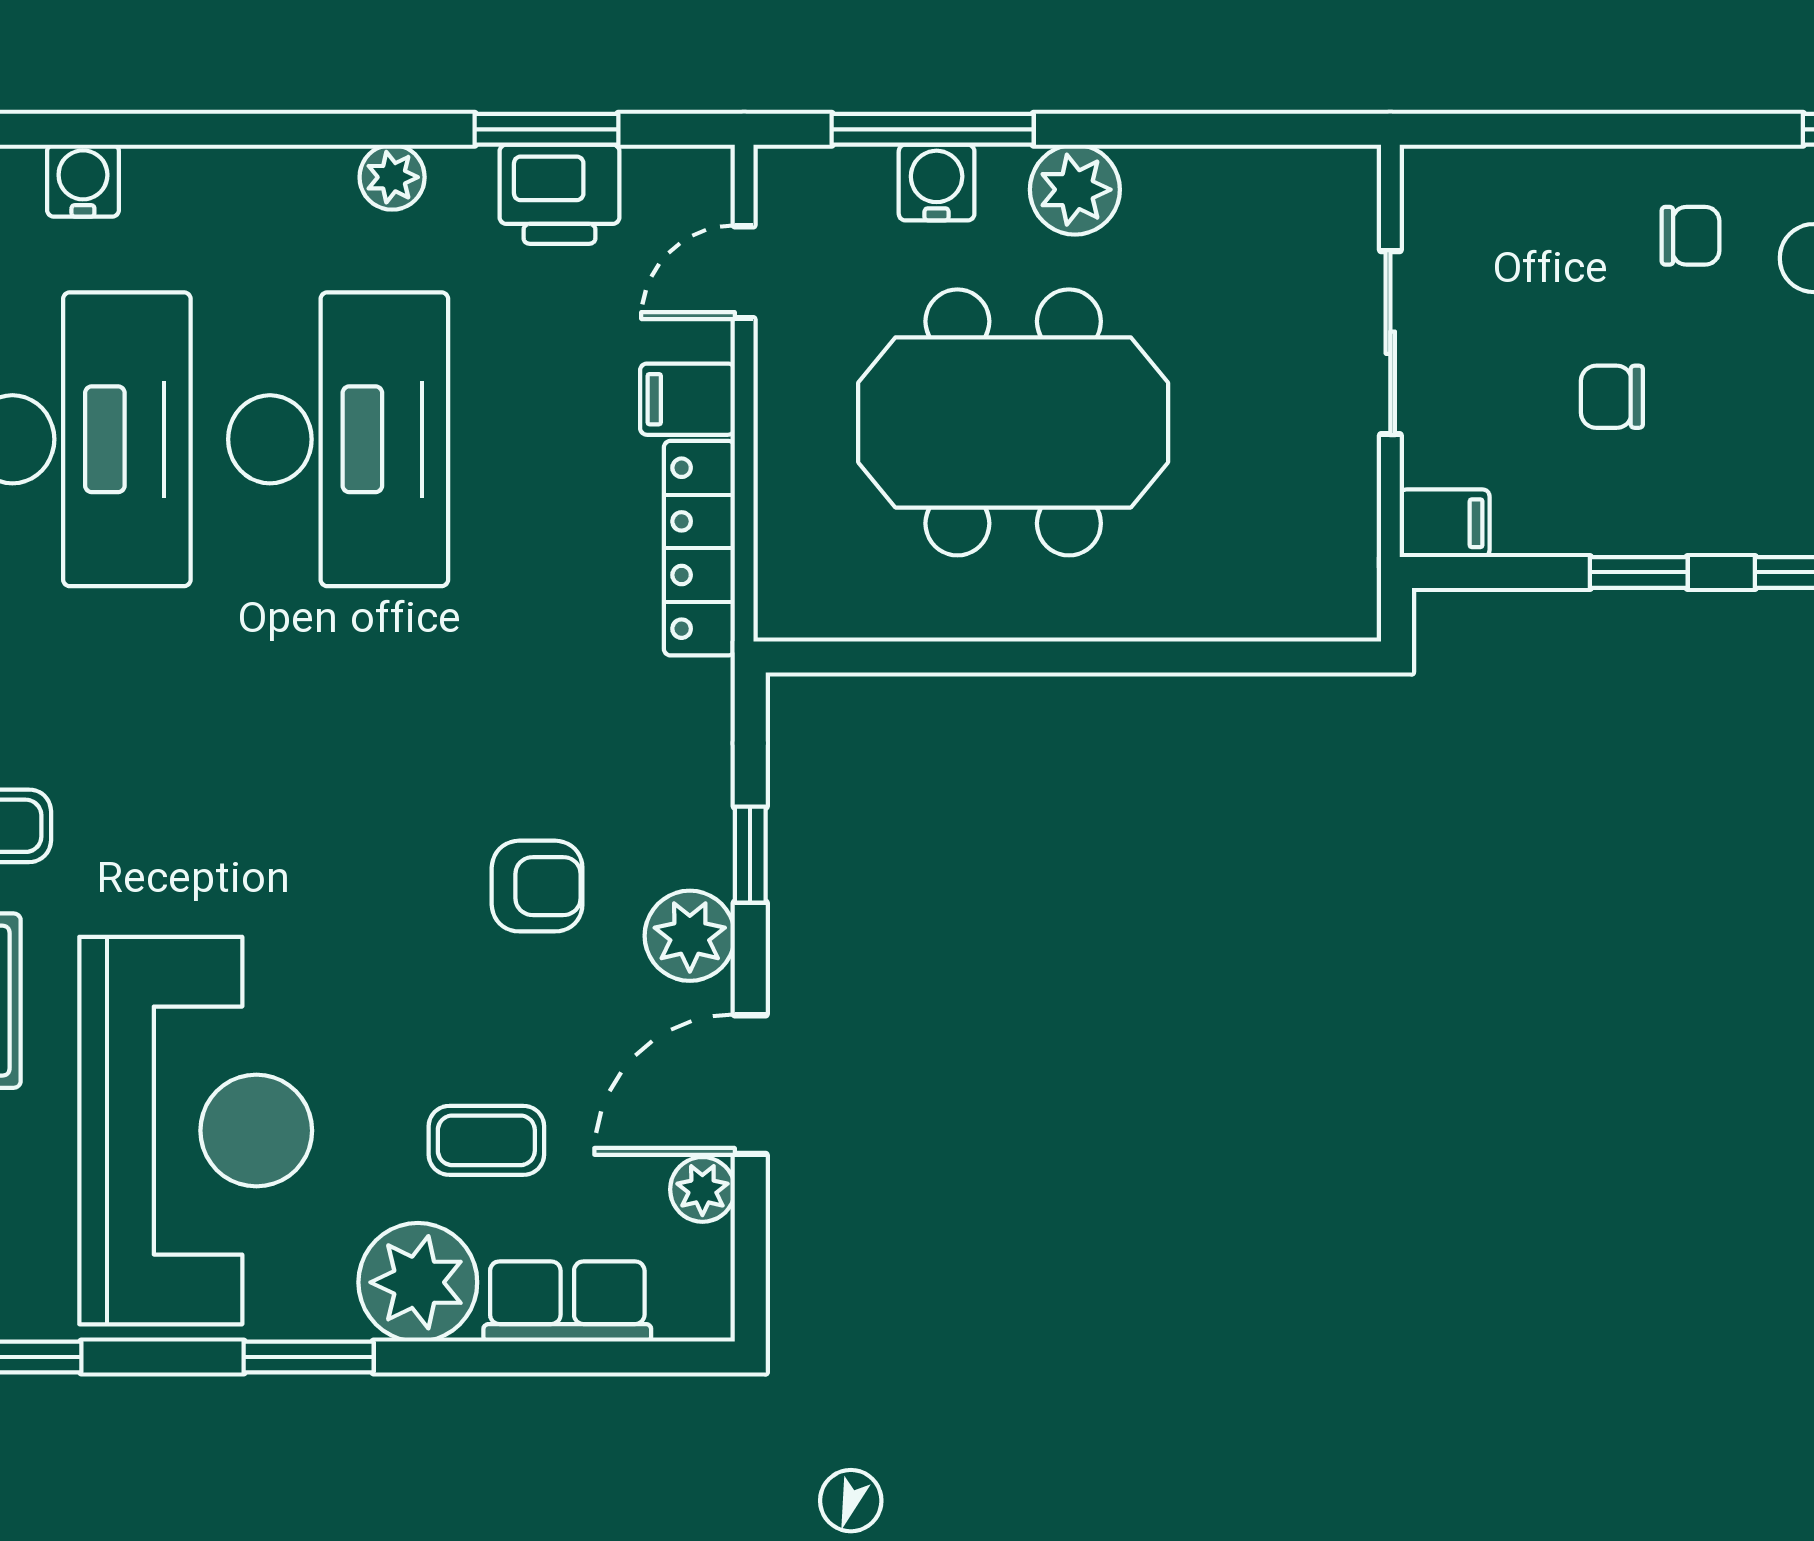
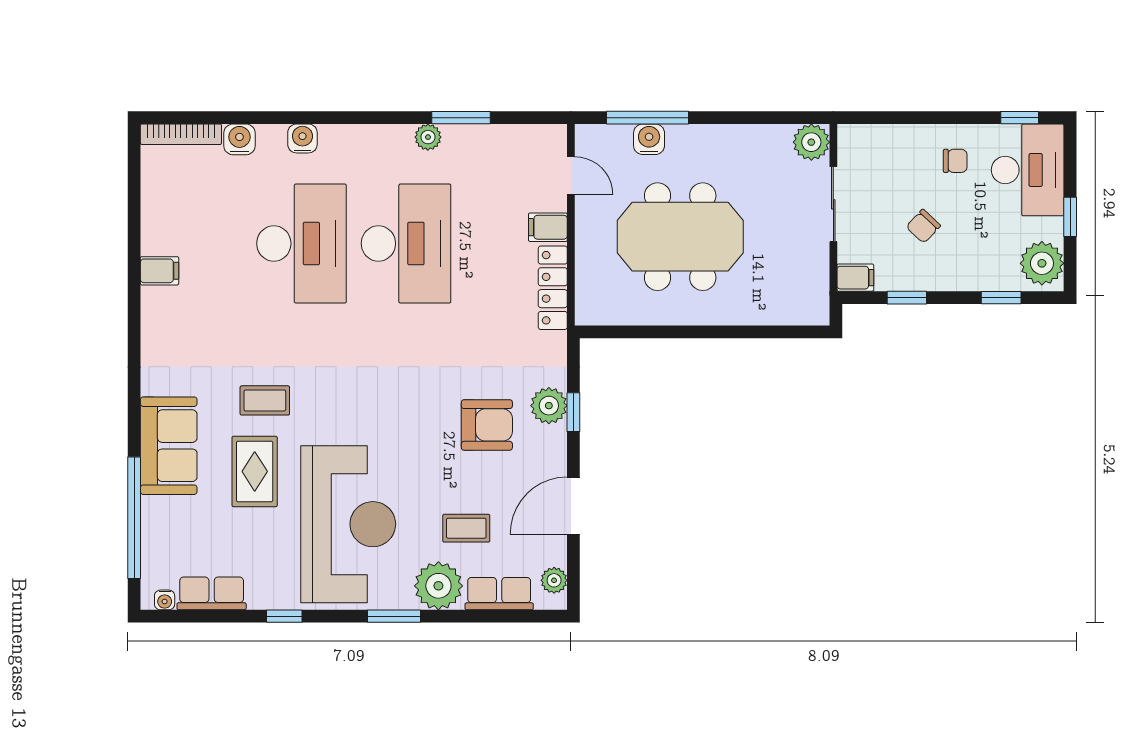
window: (546, 129) -> (461, 118), moved
plant: (1075, 190) -> (811, 142), moved
printer: (559, 194) -> (496, 144), removed
door: (744, 272) -> (571, 176), swing flipped
chair: (1612, 397) -> (923, 226), turned -47
window: (1639, 572) -> (907, 298), moved
armchair: (537, 886) -> (487, 425), width x1.38, depth x1.38
plant: (690, 936) -> (549, 406), moved
plant: (702, 1189) -> (554, 580), moved

